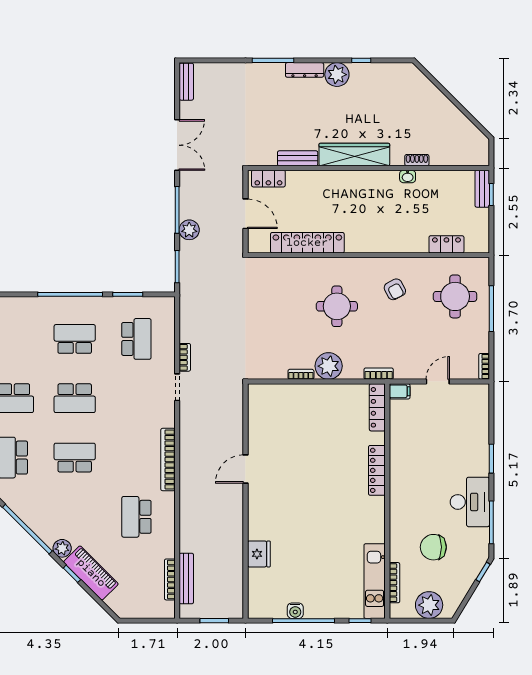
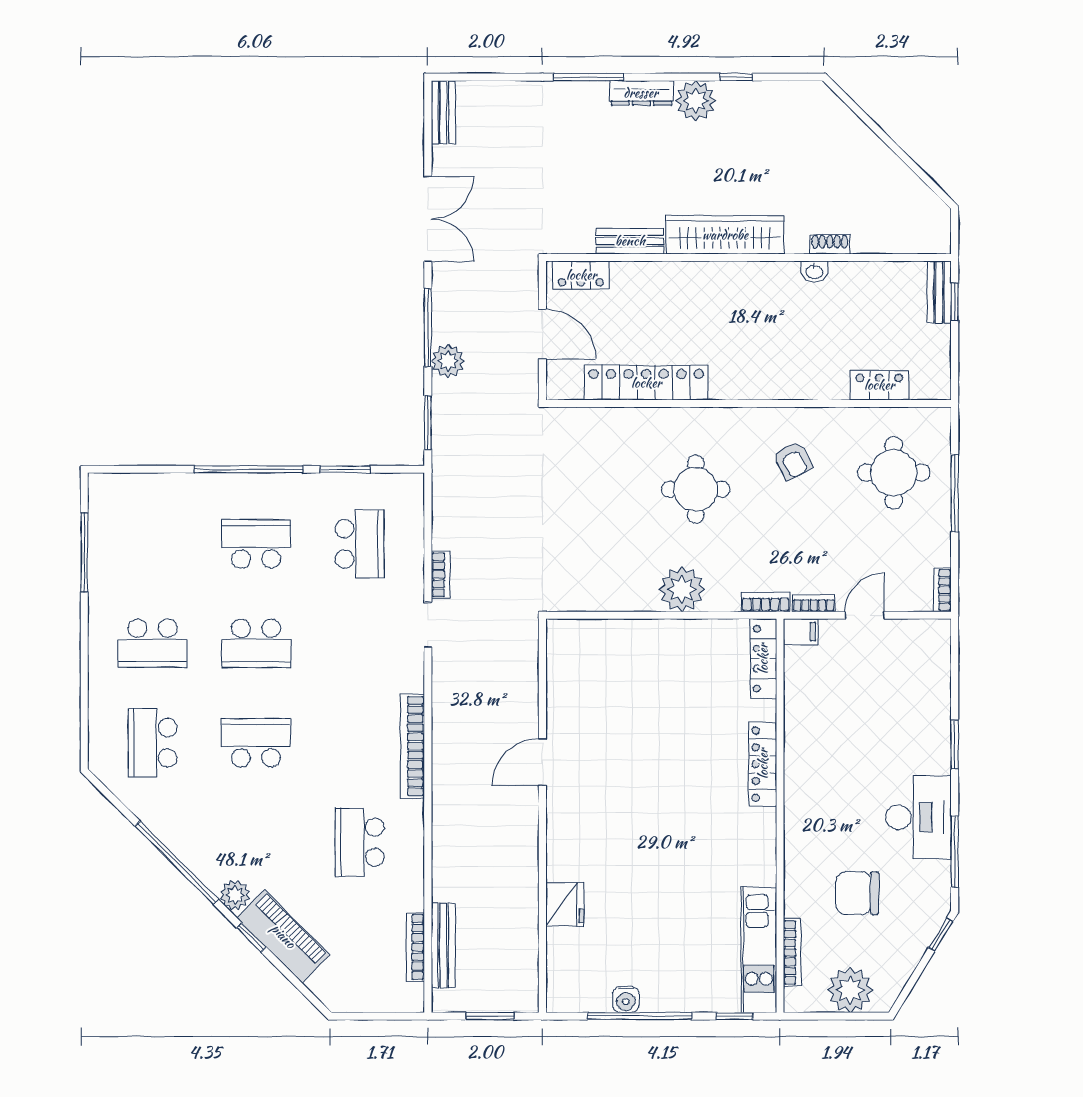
bookcase: (301, 374) -> (814, 603), moved

